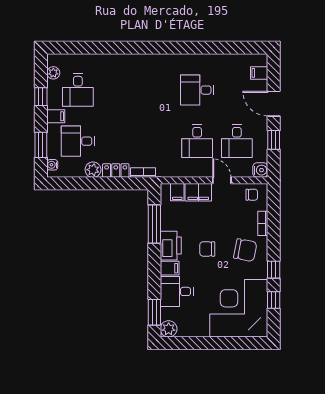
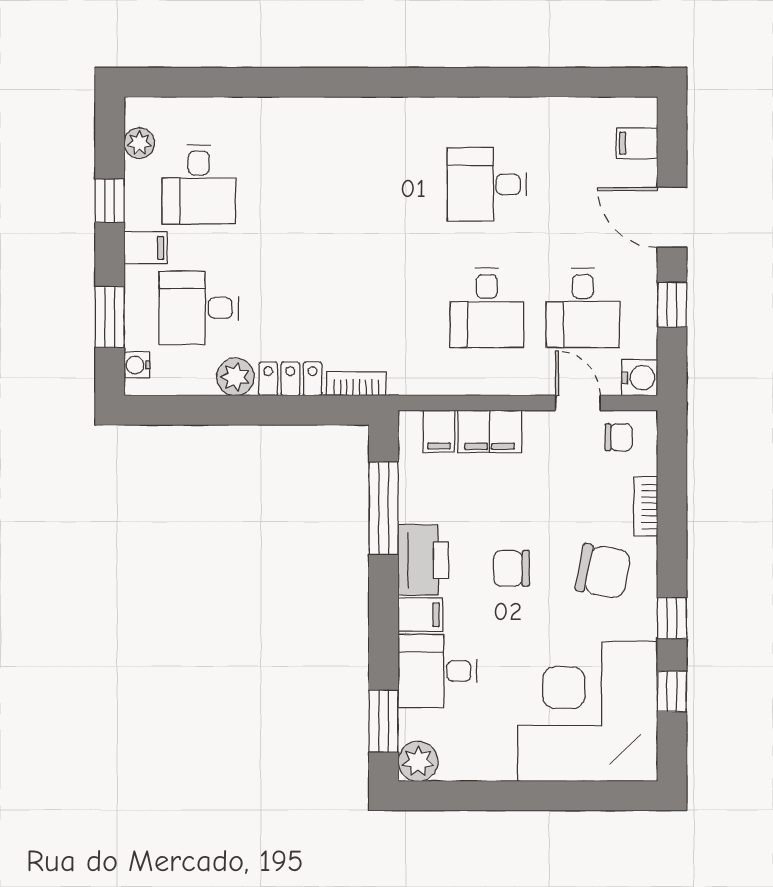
door: (222, 180) -> (578, 403), moved

